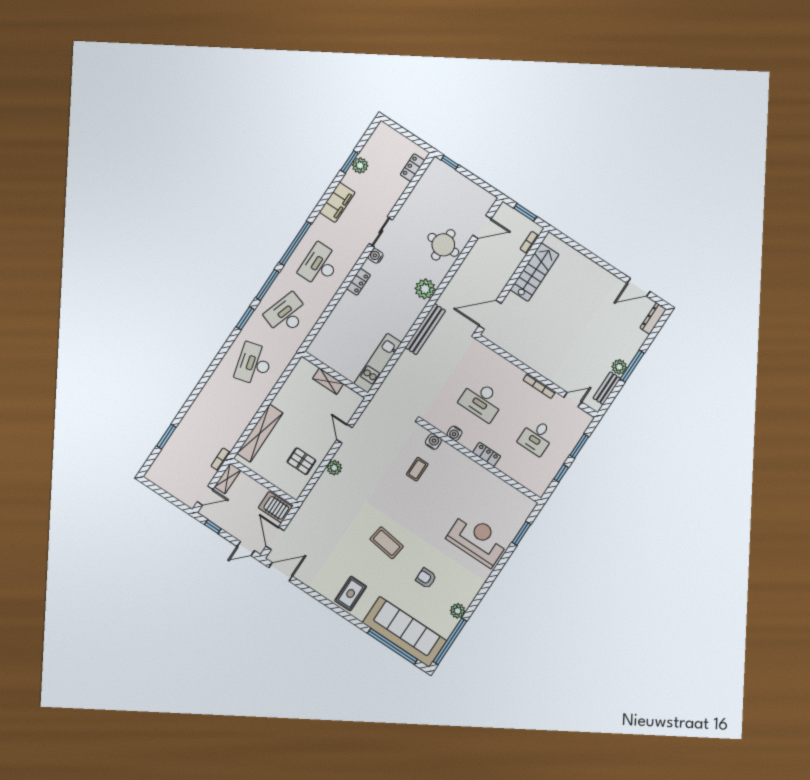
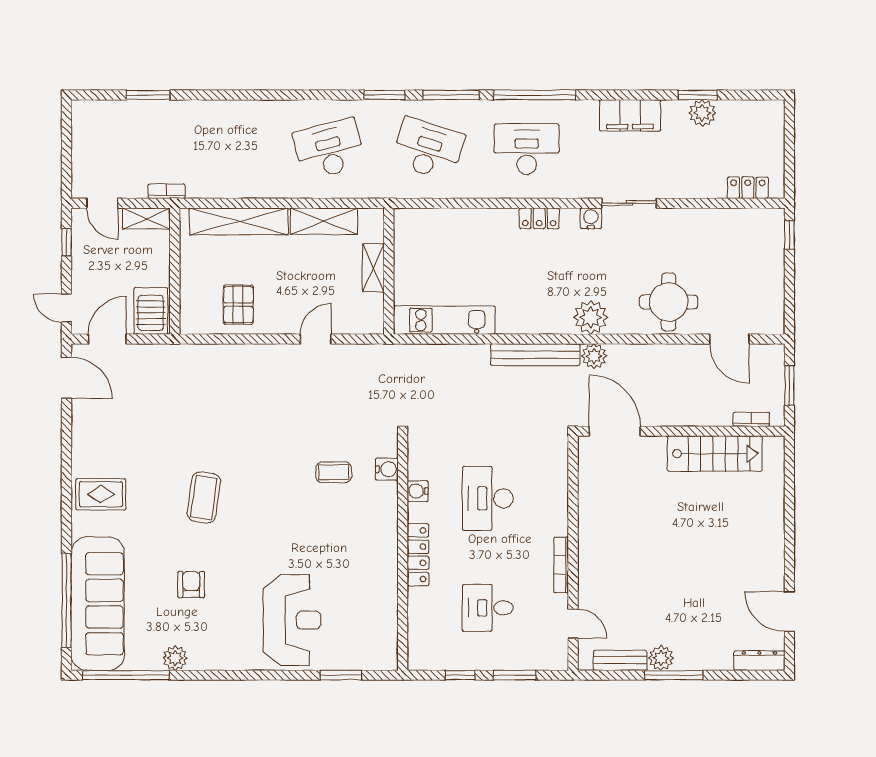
shelving: (288, 391) -> (324, 221), added
locker: (487, 454) -> (418, 555), width x1.53
plant: (334, 468) -> (594, 356), moved

